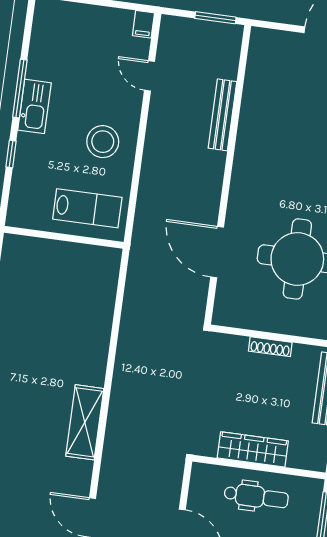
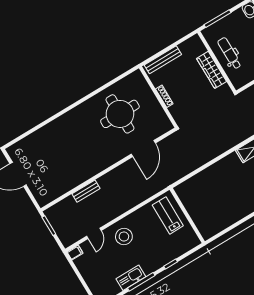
kitchen sink: (34, 106) -> (131, 278), moved
bench: (222, 115) -> (86, 191), width x0.73
stool: (103, 142) -> (124, 236), moved

